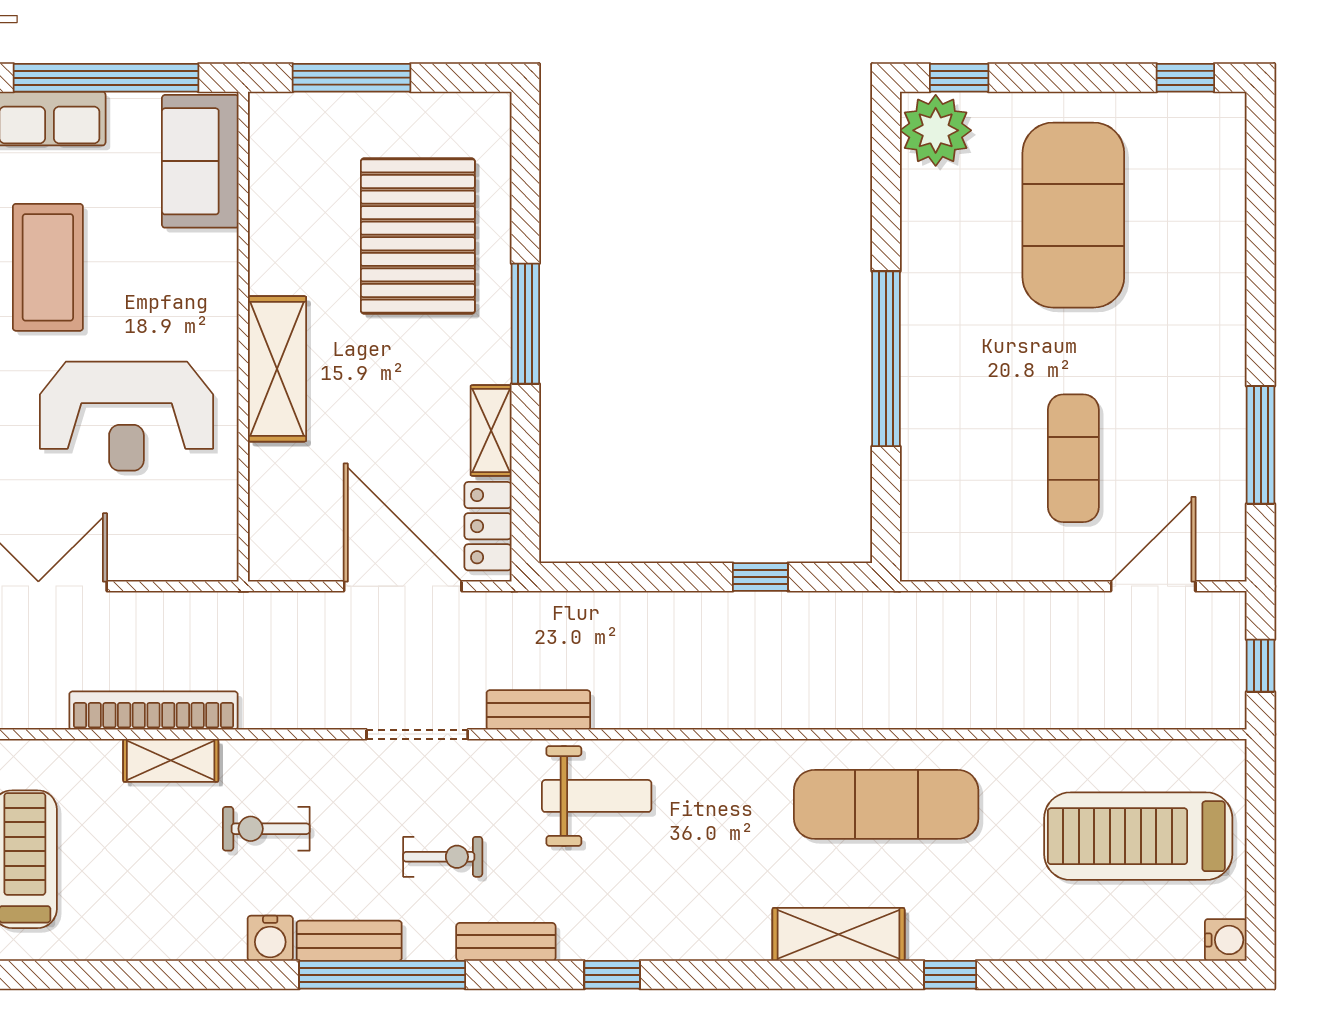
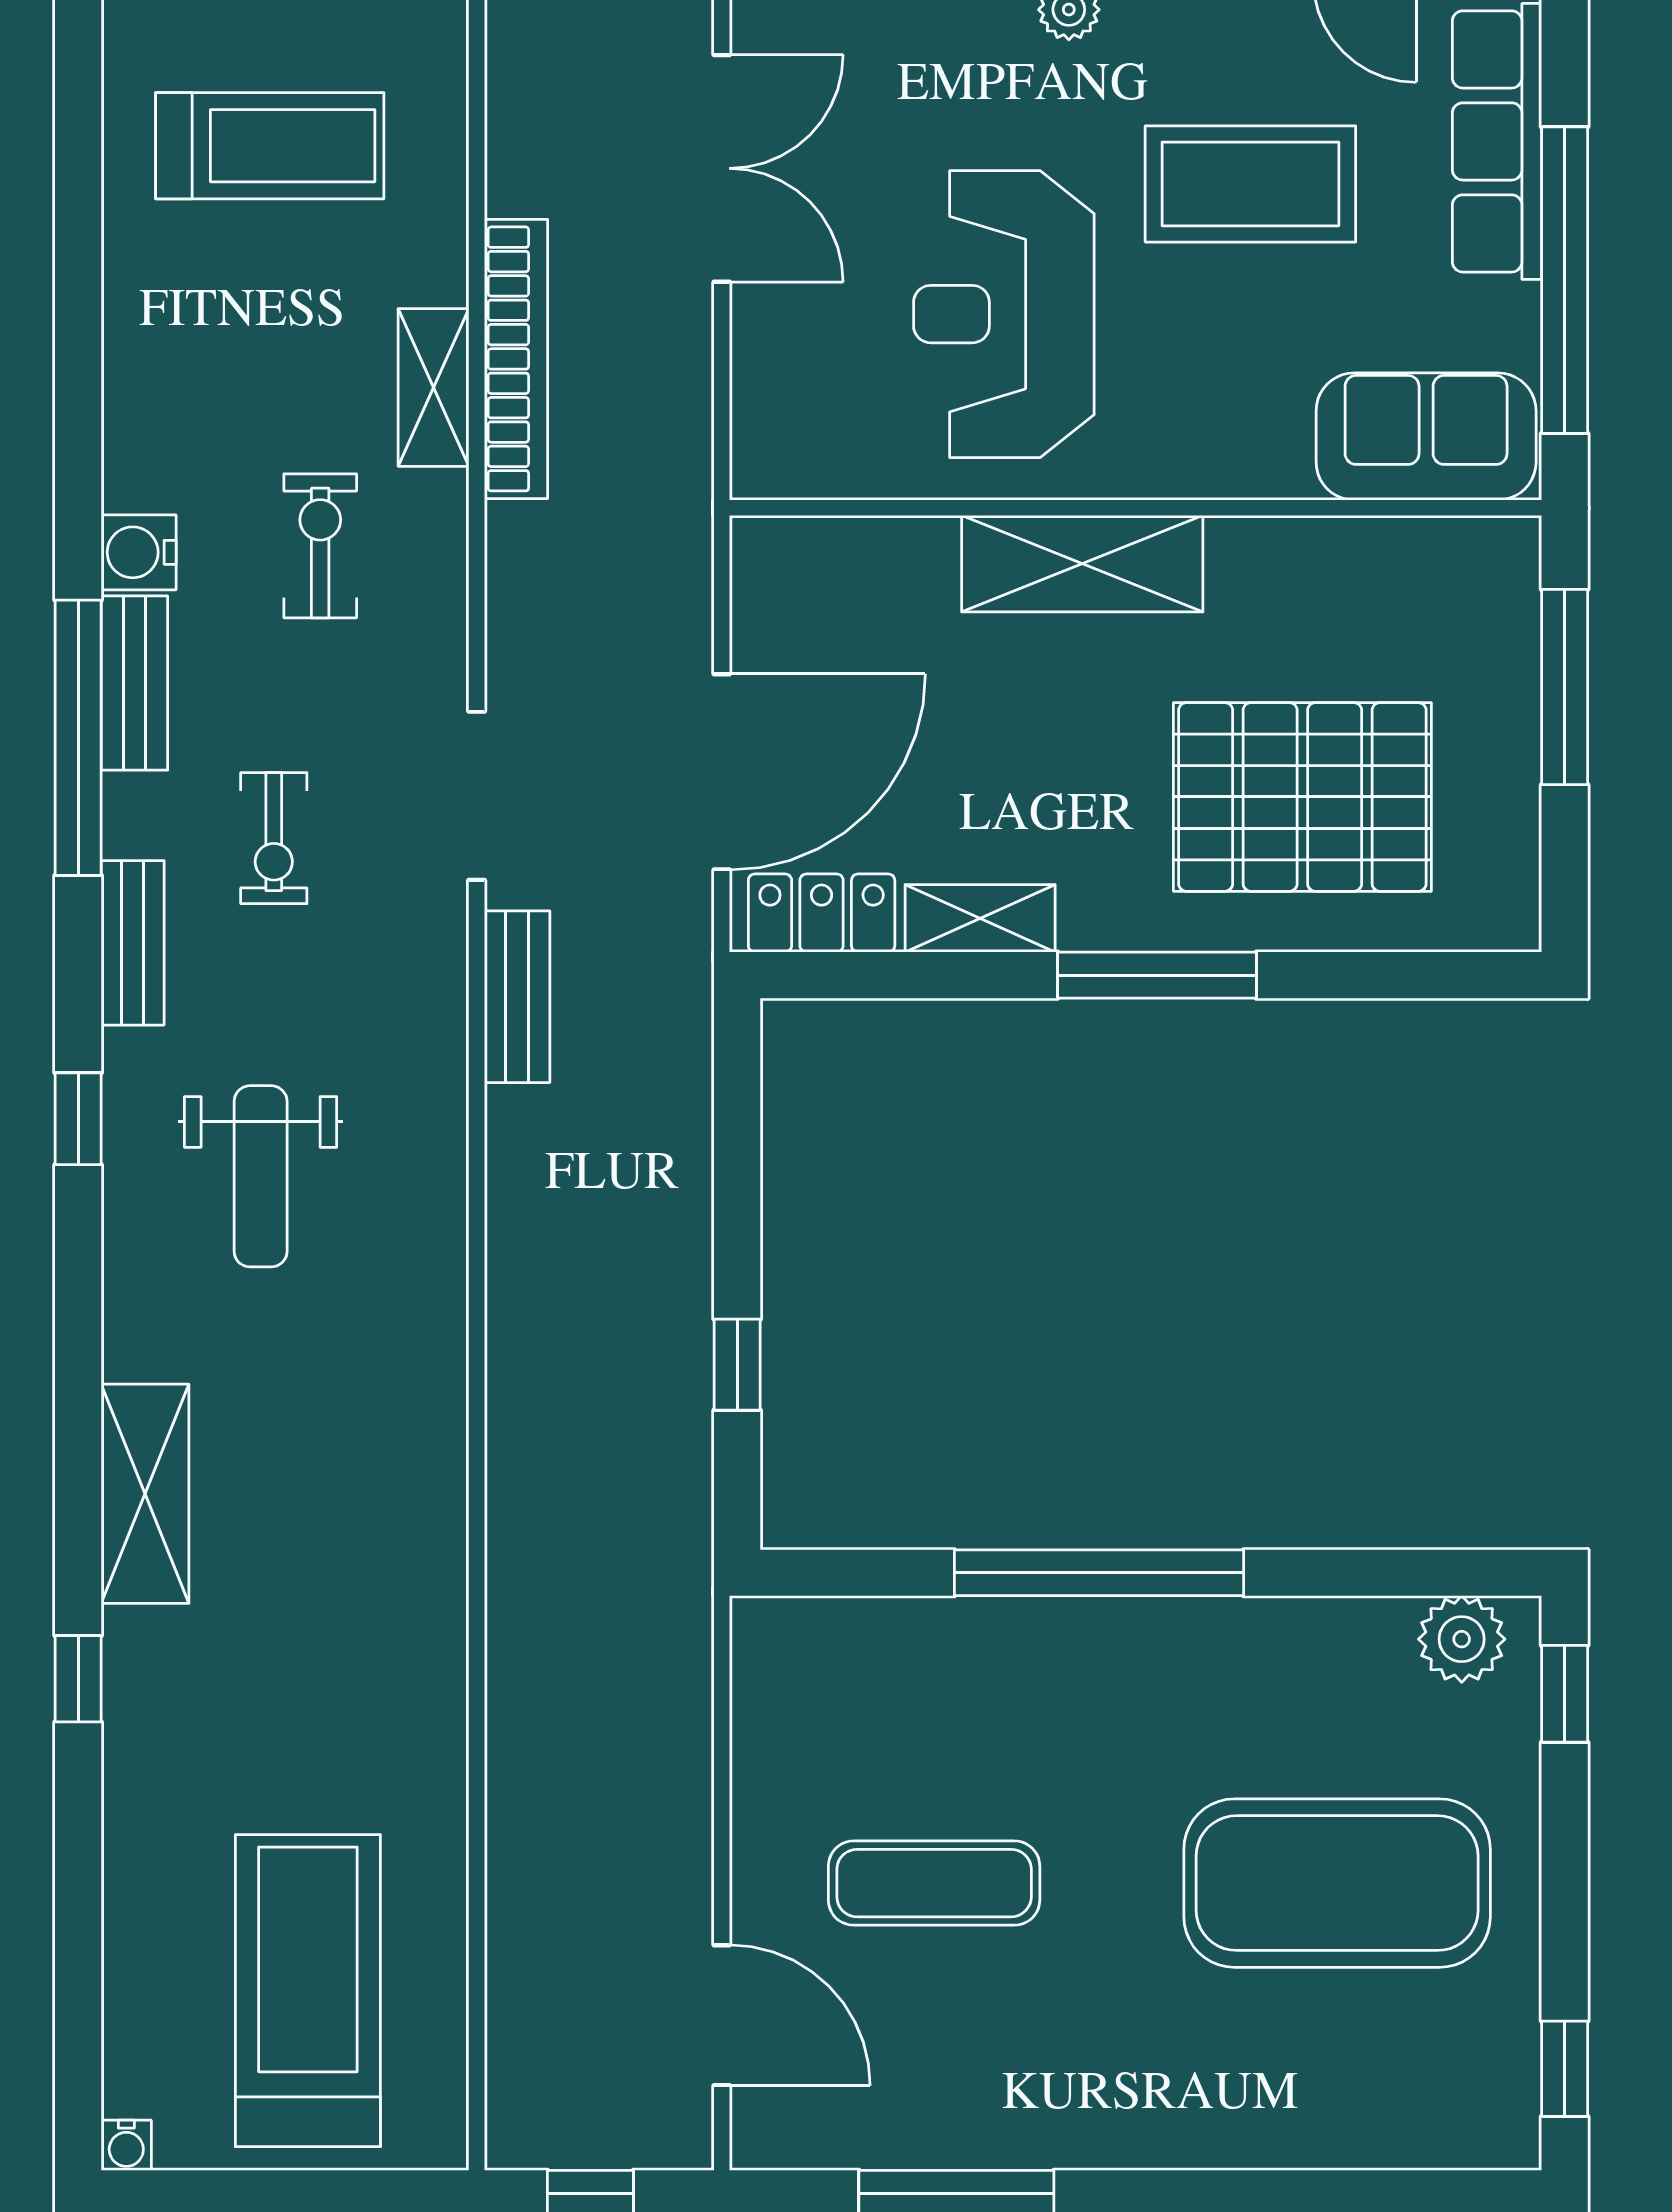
plant: (936, 130) -> (1462, 1639), width x0.73, depth x0.73
weight bench: (597, 796) -> (261, 1176), moved
exercise mat: (886, 804) -> (361, 1573), removed
water cooler: (1226, 940) -> (126, 2145), width x0.72, depth x0.72

